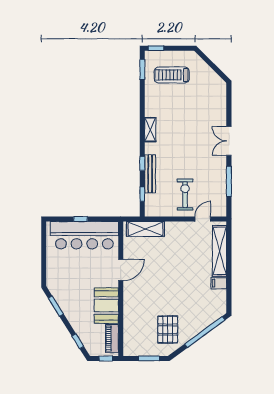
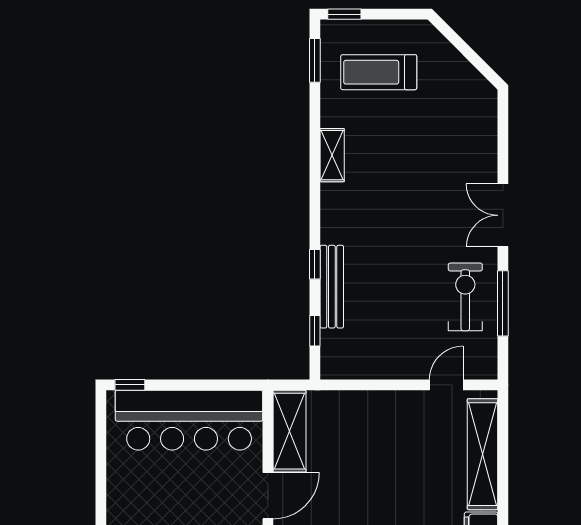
shelving: (150, 130) -> (332, 155), moved
exercise bike: (185, 195) -> (465, 297), moved
window: (80, 219) -> (130, 385), moved
shelving: (145, 229) -> (290, 431), moved, turned 90

